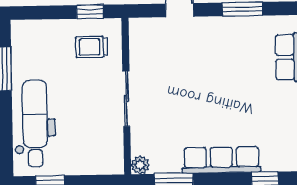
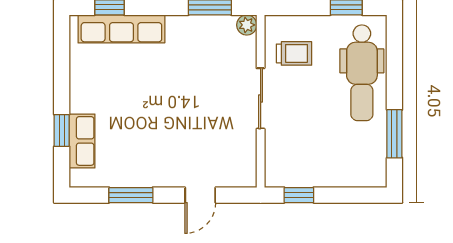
trolley: (92, 47) -> (294, 53), moved
row of seats: (221, 160) -> (121, 29), moved

